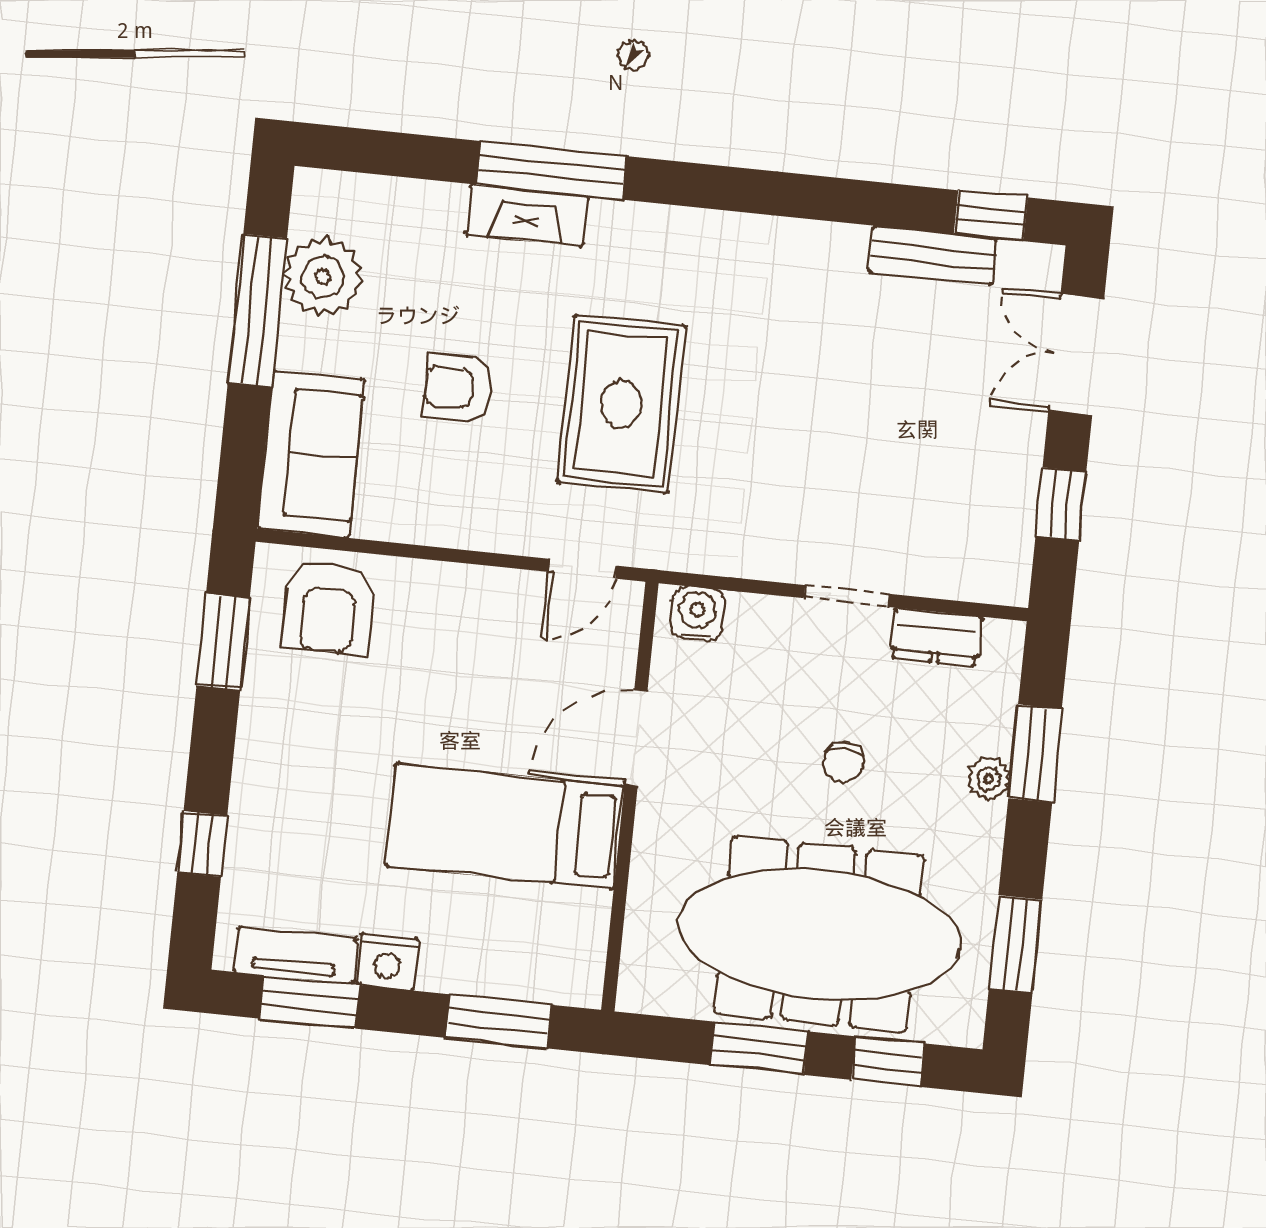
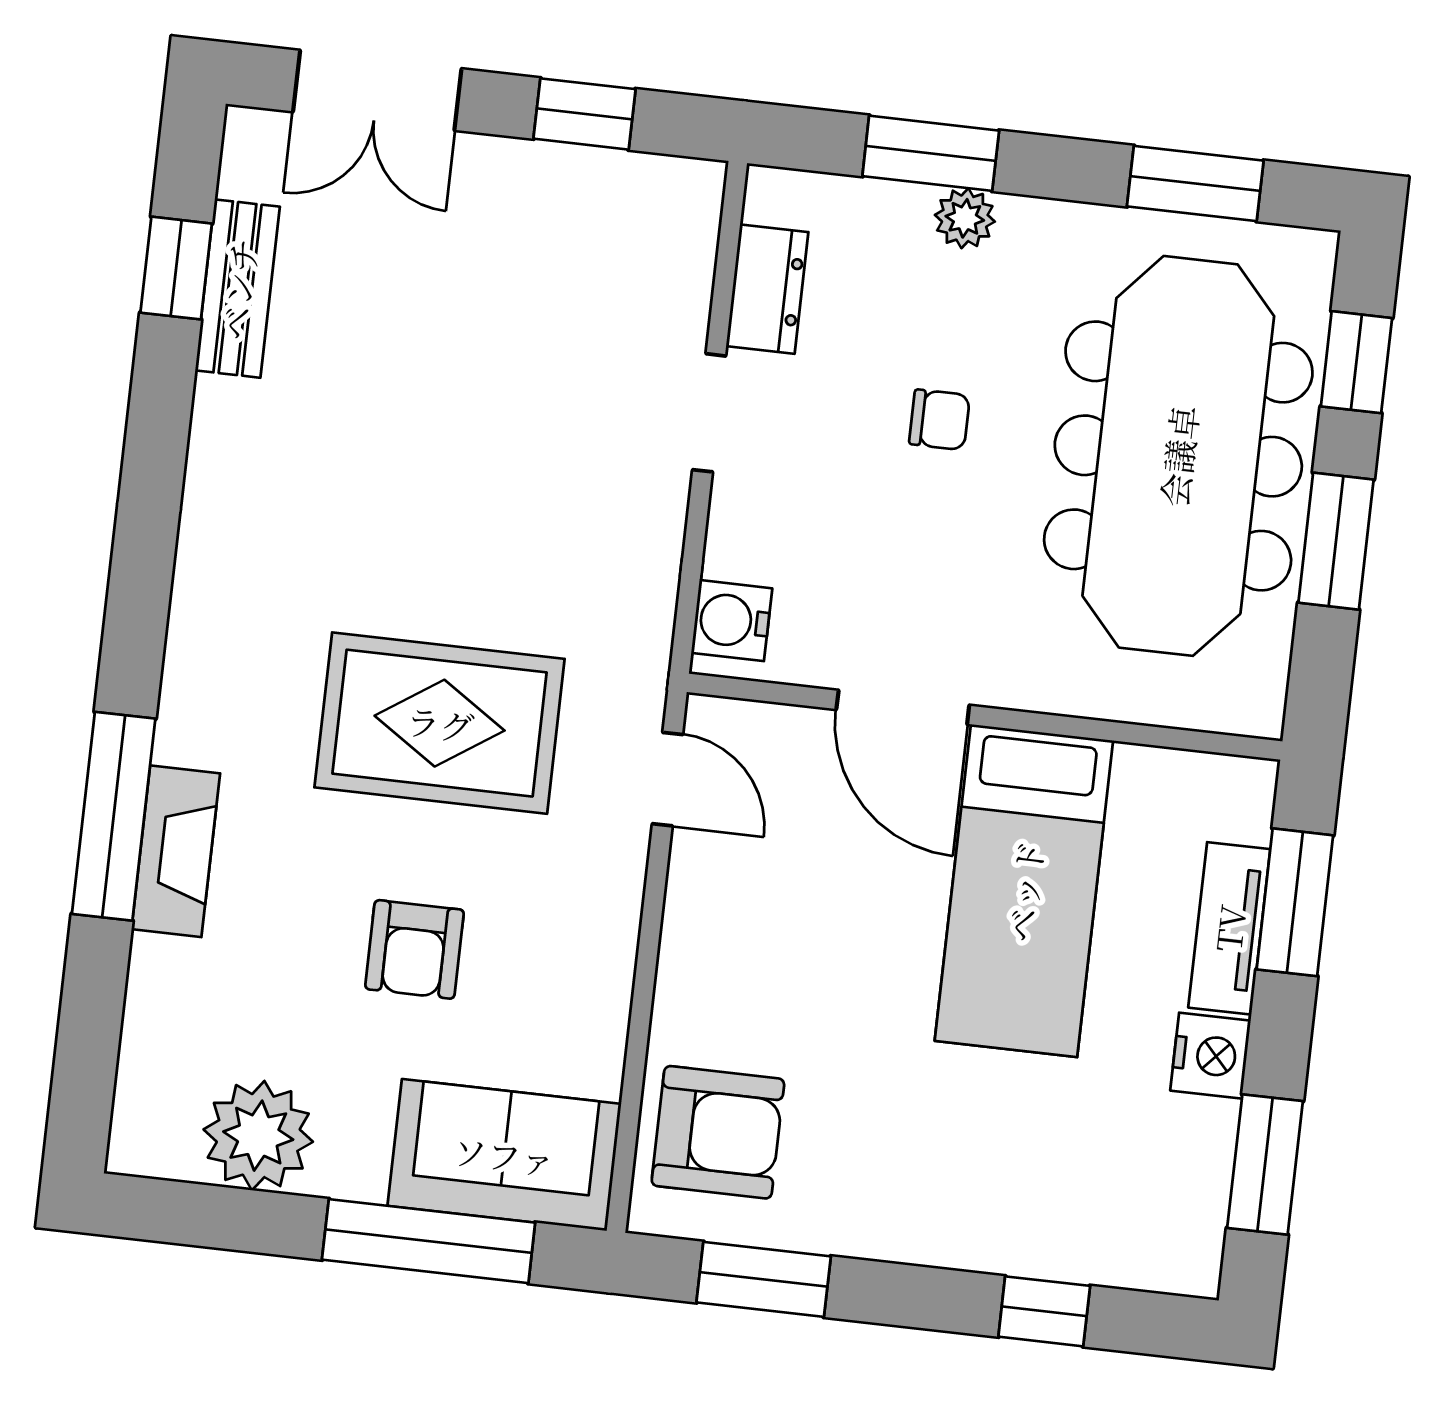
window: (991, 216) -> (176, 268), moved
window: (257, 310) -> (429, 1241), moved
tv unit: (295, 955) -> (1229, 928), moved

